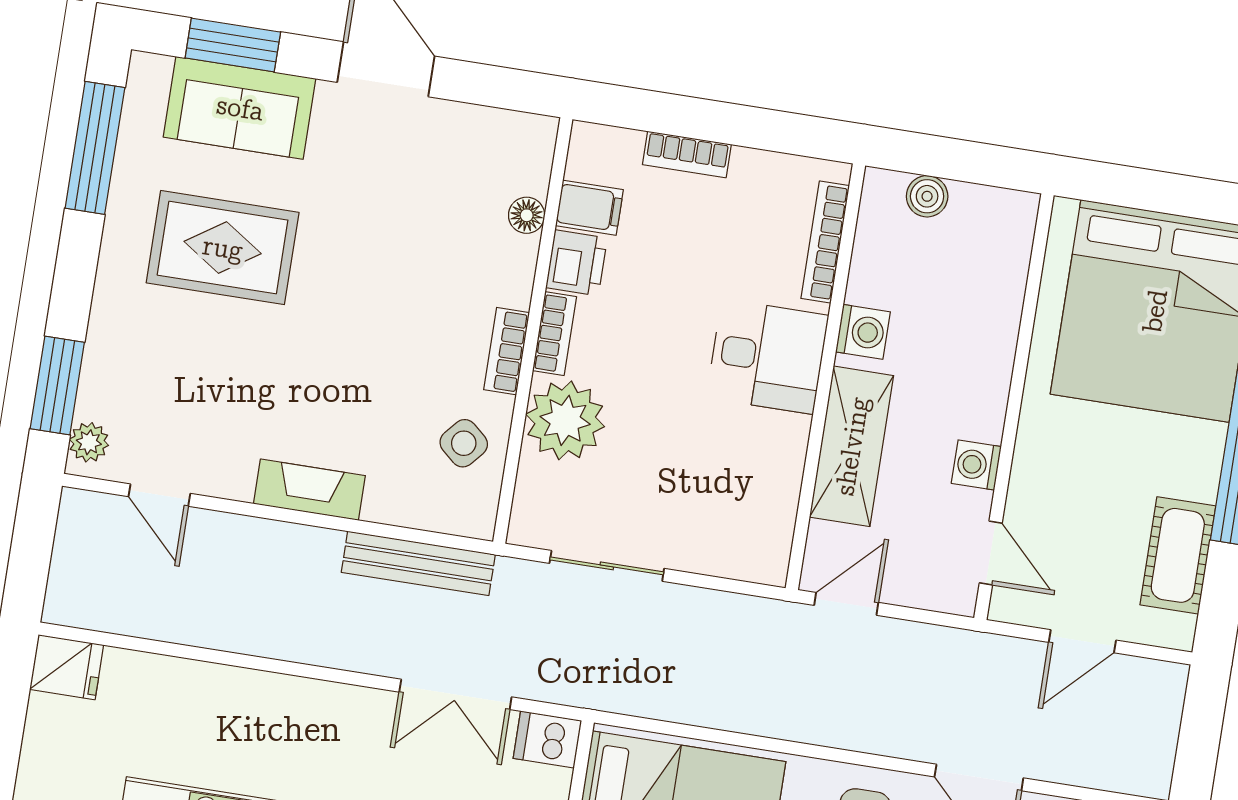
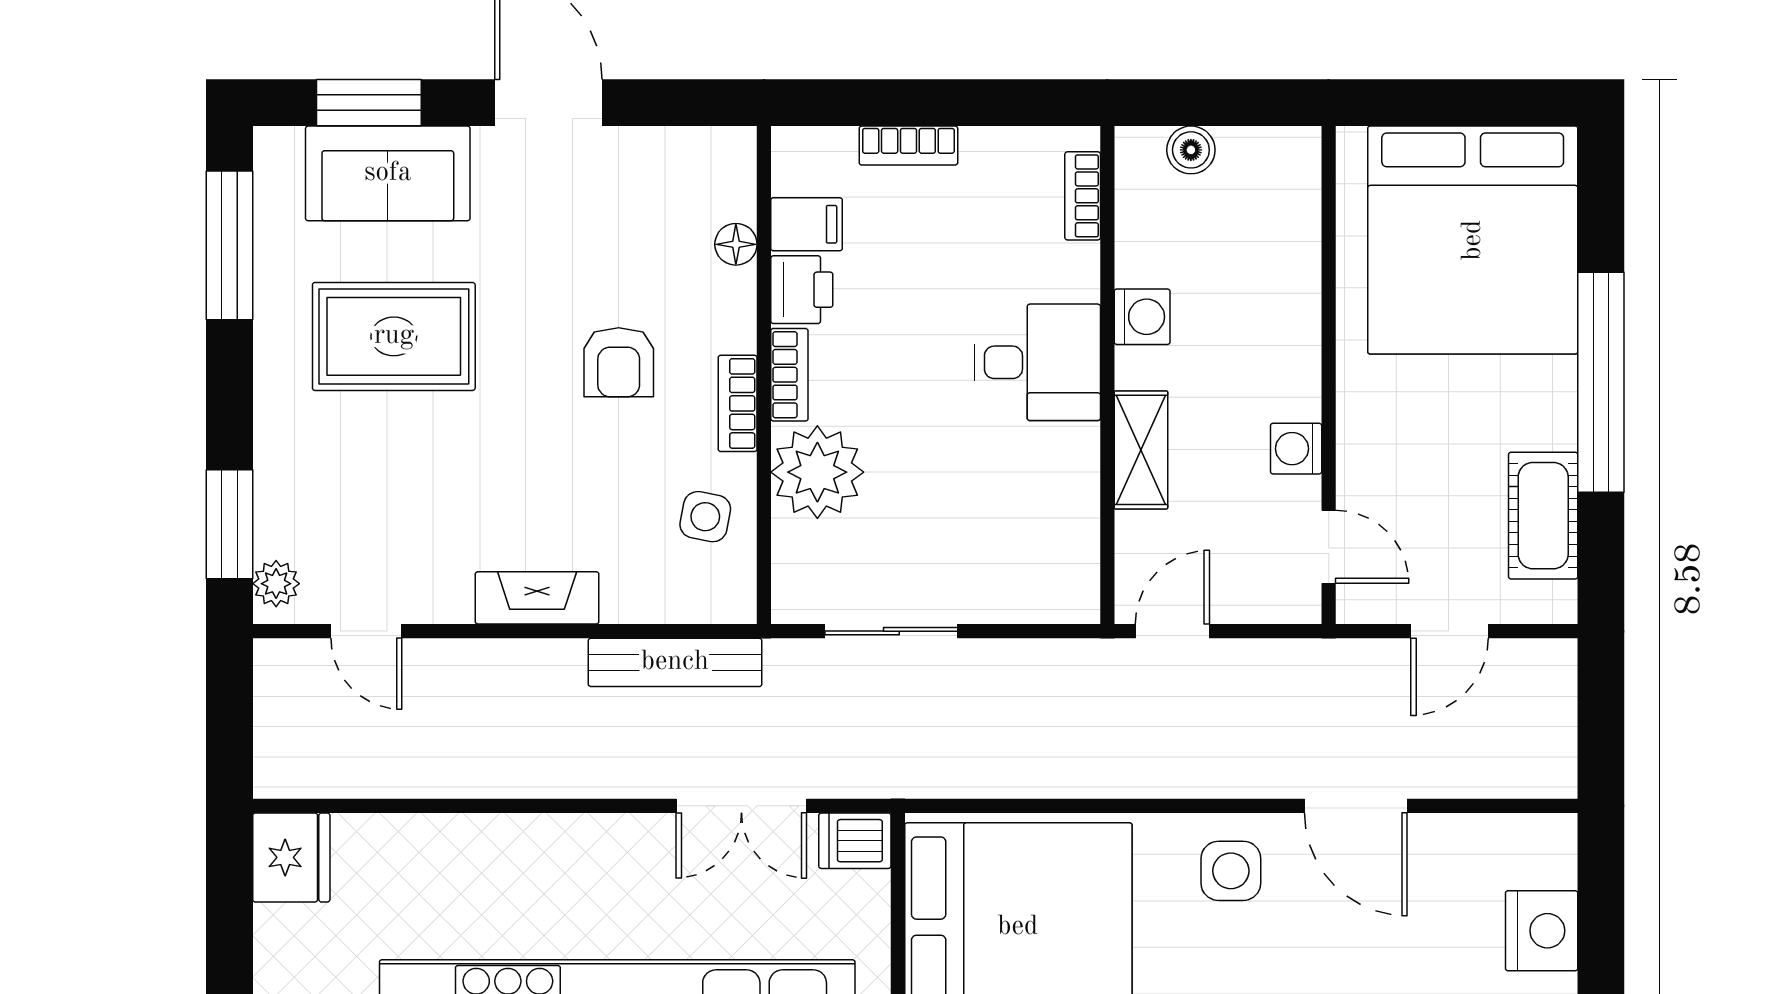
bookcase: (825, 242) -> (1083, 196), width x0.64
armchair: (411, 300) -> (619, 362), added
side table: (464, 443) -> (705, 517), turned -30
shelving: (852, 446) -> (1141, 450), width x0.67, depth x0.75
fridge: (67, 667) -> (291, 857), width x1.38

